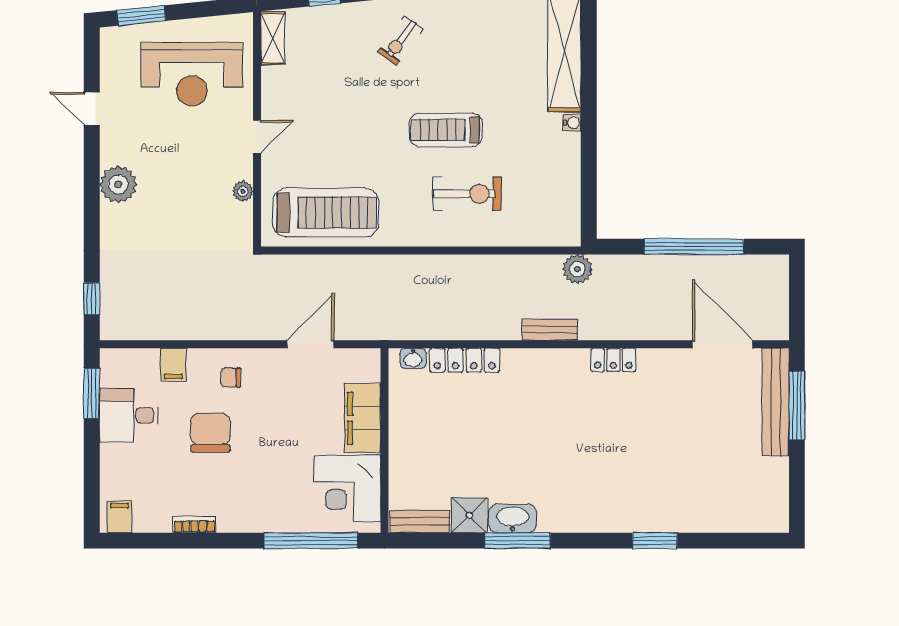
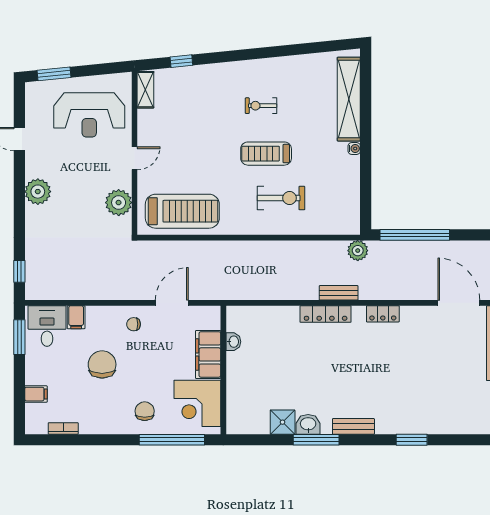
exercise bike: (400, 40) -> (261, 106), moved, turned 53
plant: (243, 191) -> (119, 203), width x1.87, depth x1.87
window: (694, 247) -> (415, 235), moved
washbasin: (413, 359) -> (233, 342), moved, turned -90
locker: (465, 360) -> (326, 314), moved
chair: (231, 378) -> (134, 324), moved
desk: (129, 415) -> (47, 326), moved, turned 90
chair: (272, 500) -> (145, 411), added
filing cabinet: (119, 517) -> (36, 394), moved, turned 90
washbasin: (513, 518) -> (308, 424), width x0.72
bench: (420, 521) -> (353, 426), moved
bookcase: (194, 524) -> (63, 428), moved

